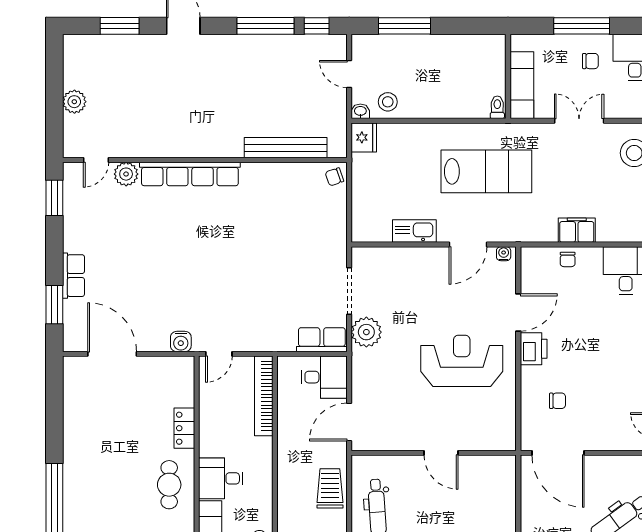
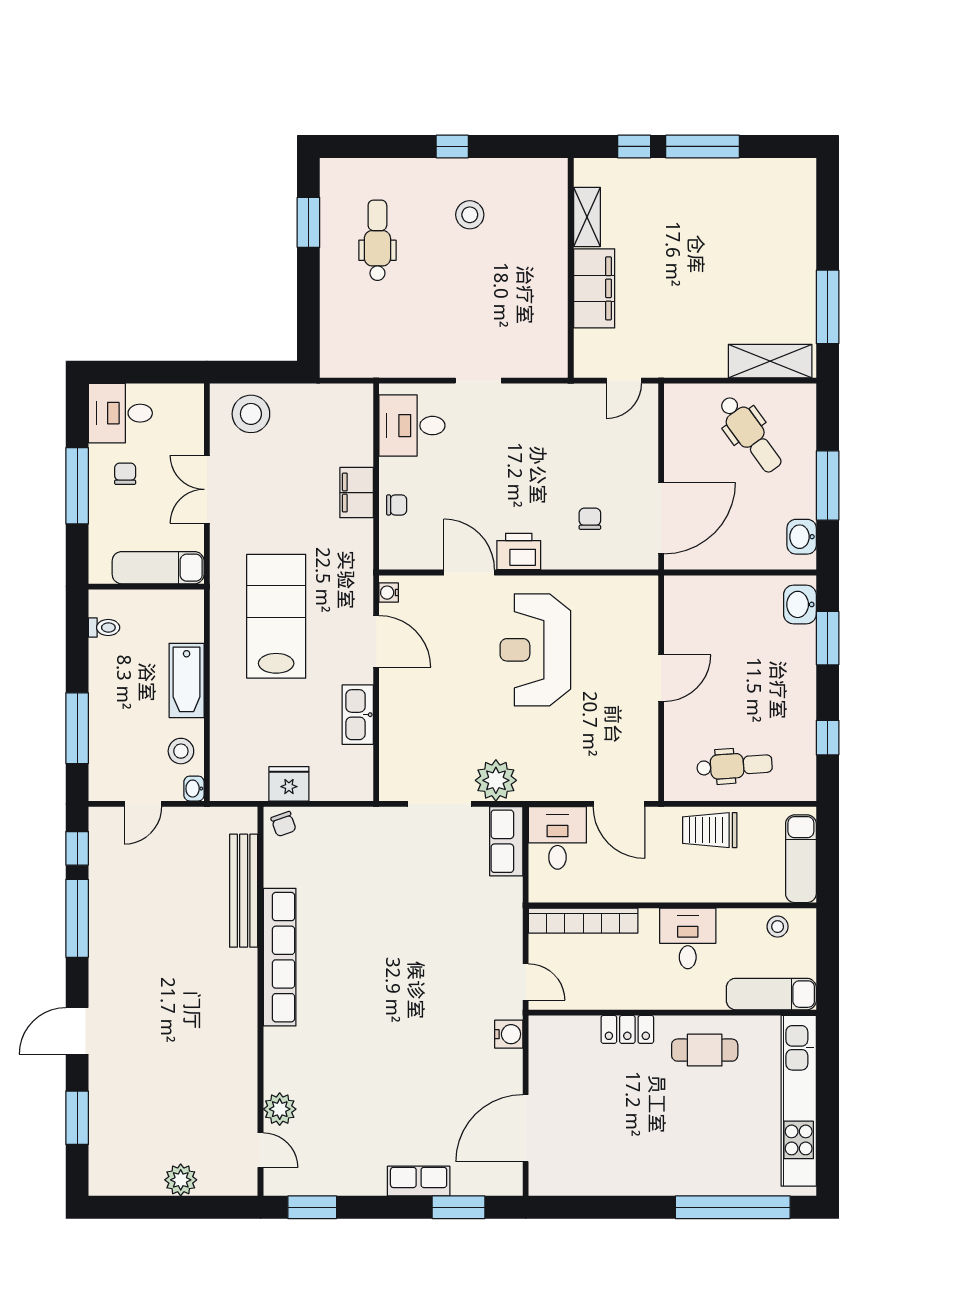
bathtub: (439, 106) -> (187, 680), added
toilet: (497, 107) -> (104, 628), moved, turned 180
fridge: (364, 137) -> (289, 784), moved
row of seats: (190, 174) -> (280, 957), moved
desk: (221, 478) -> (688, 938), moved, turned 180

